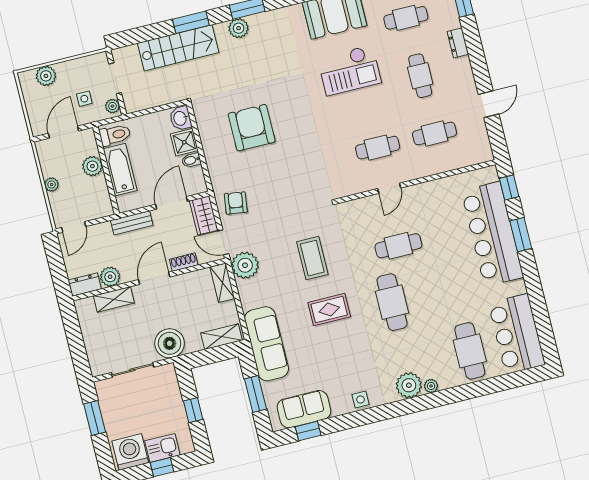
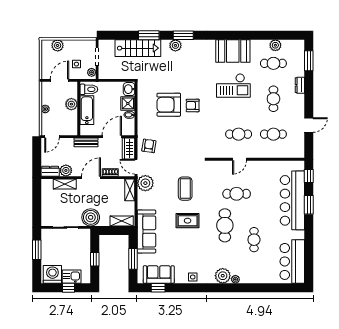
armchair: (291, 119) -> (193, 105), added
armchair: (252, 128) -> (169, 105), turned -90
cafe table: (470, 351) -> (254, 240), moved, width x0.73, depth x0.74

